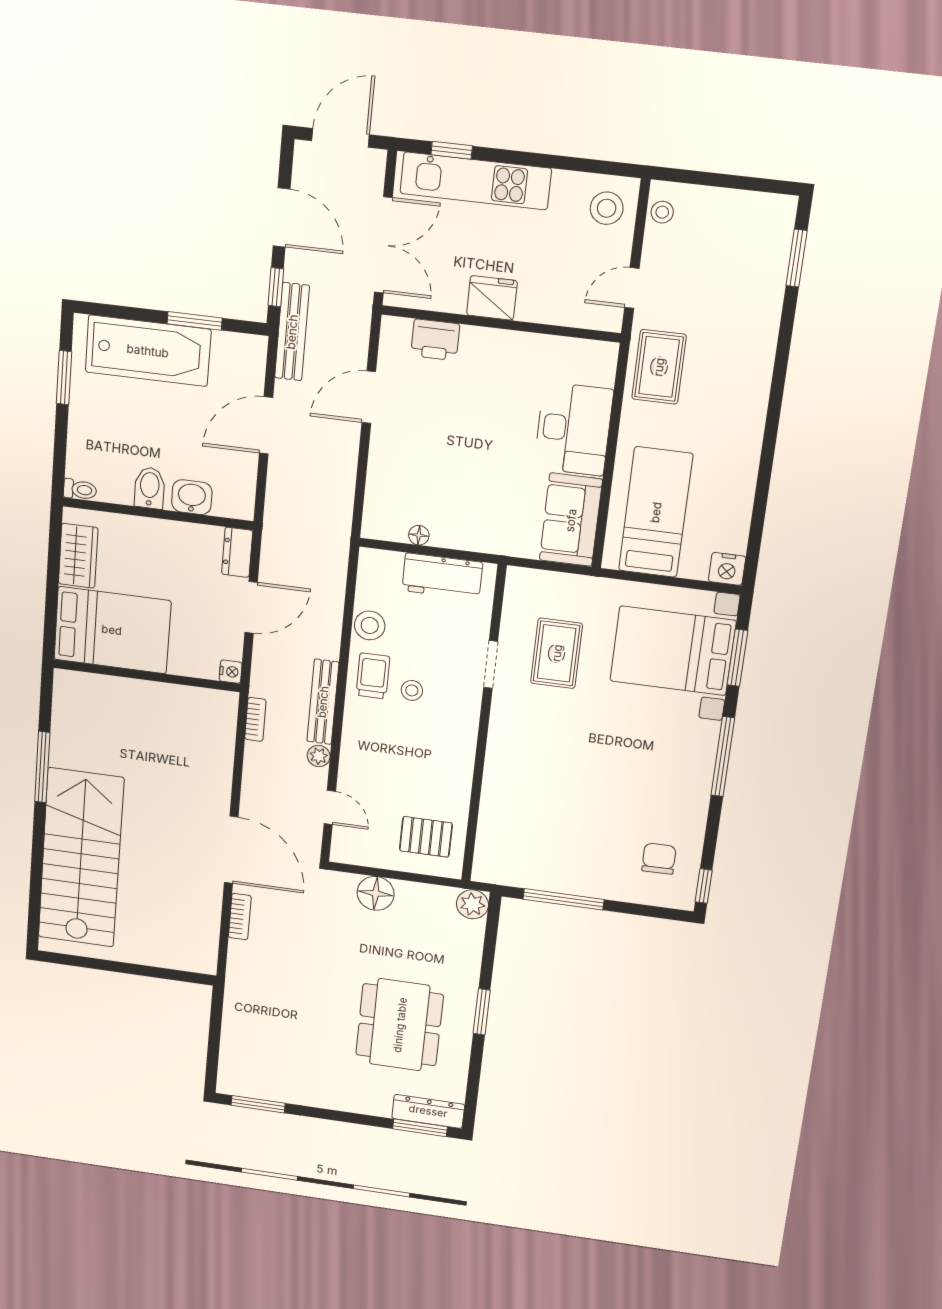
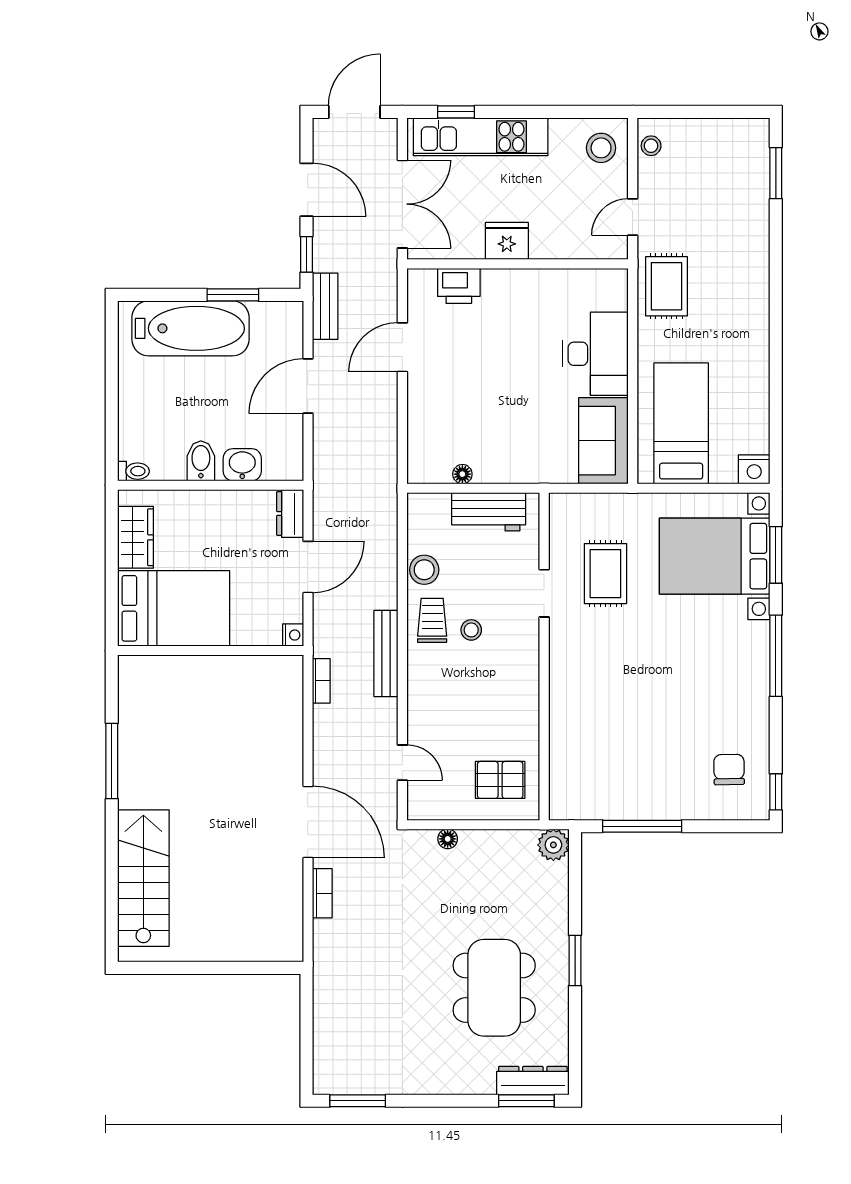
bench: (292, 332) -> (325, 306), width x0.73
window: (64, 378) -> (112, 364), removed
plant: (319, 756) -> (387, 710), removed
stairs: (81, 858) -> (143, 878), width x0.73, depth x0.66
floor lamp: (376, 893) -> (448, 839), width x0.53, depth x0.53

